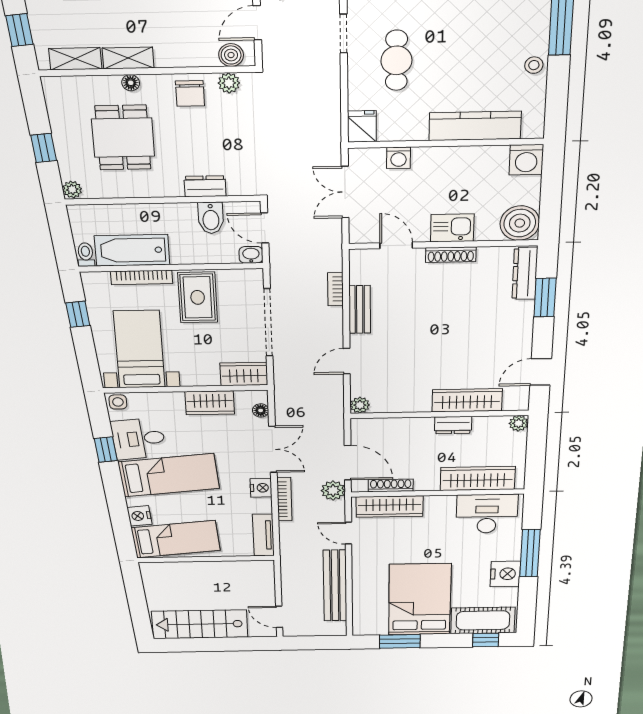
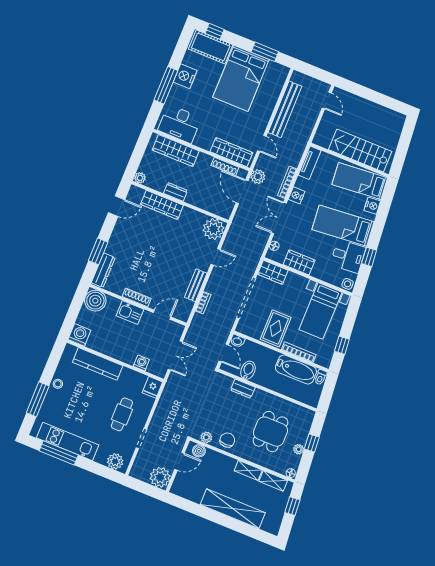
floor lamp: (131, 83) -> (291, 473), moved
plant: (72, 189) -> (299, 449), moved
door: (396, 245) -> (162, 315), swing flipped
plant: (360, 405) -> (214, 229), width x1.87, depth x1.87
stairs: (200, 624) -> (360, 151), moved, turned 180

